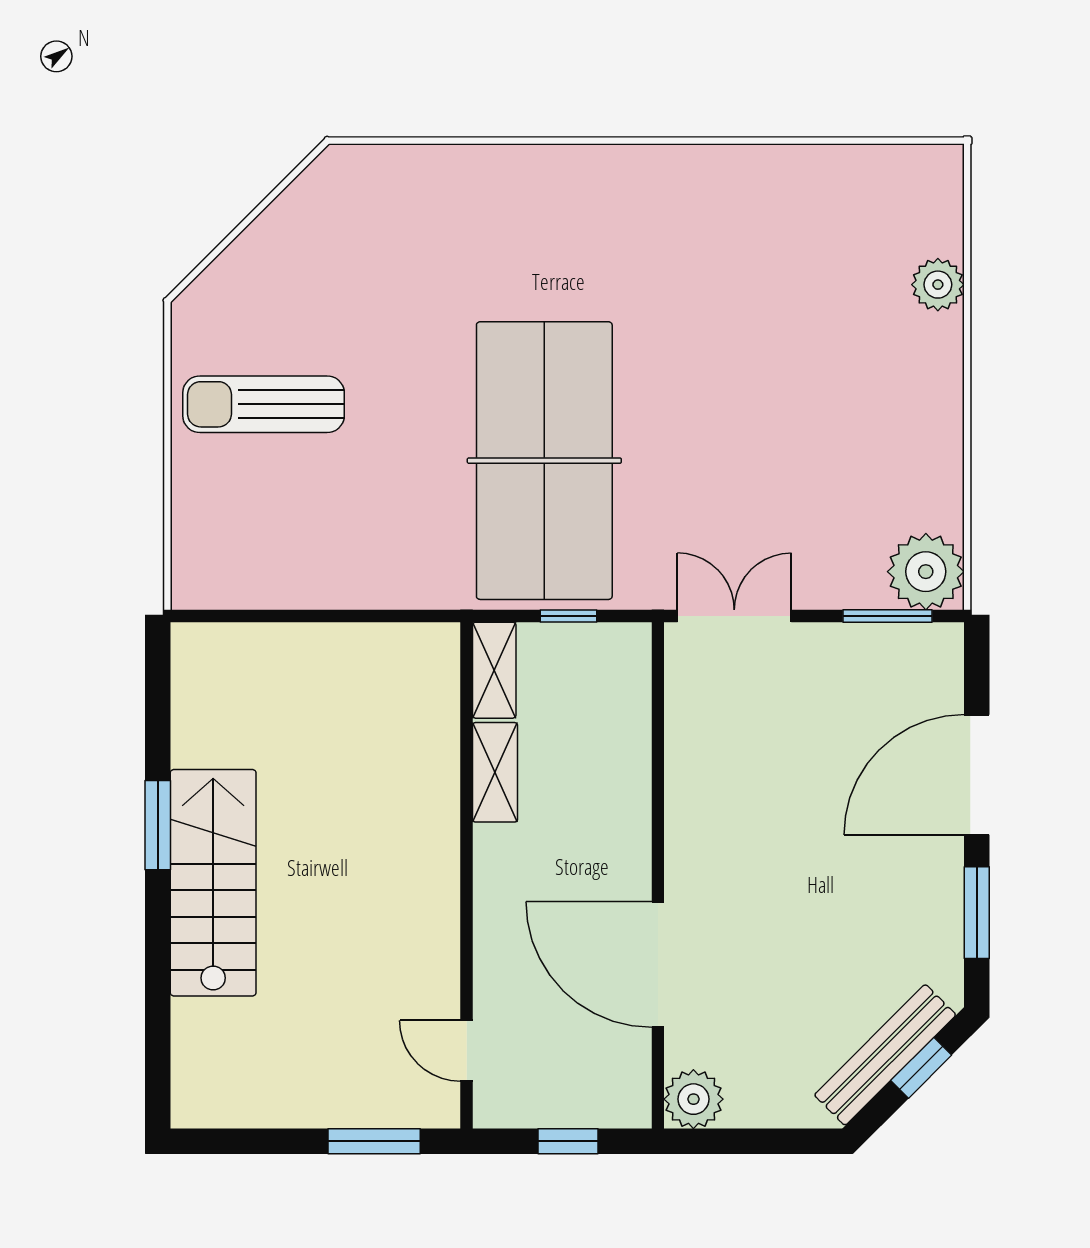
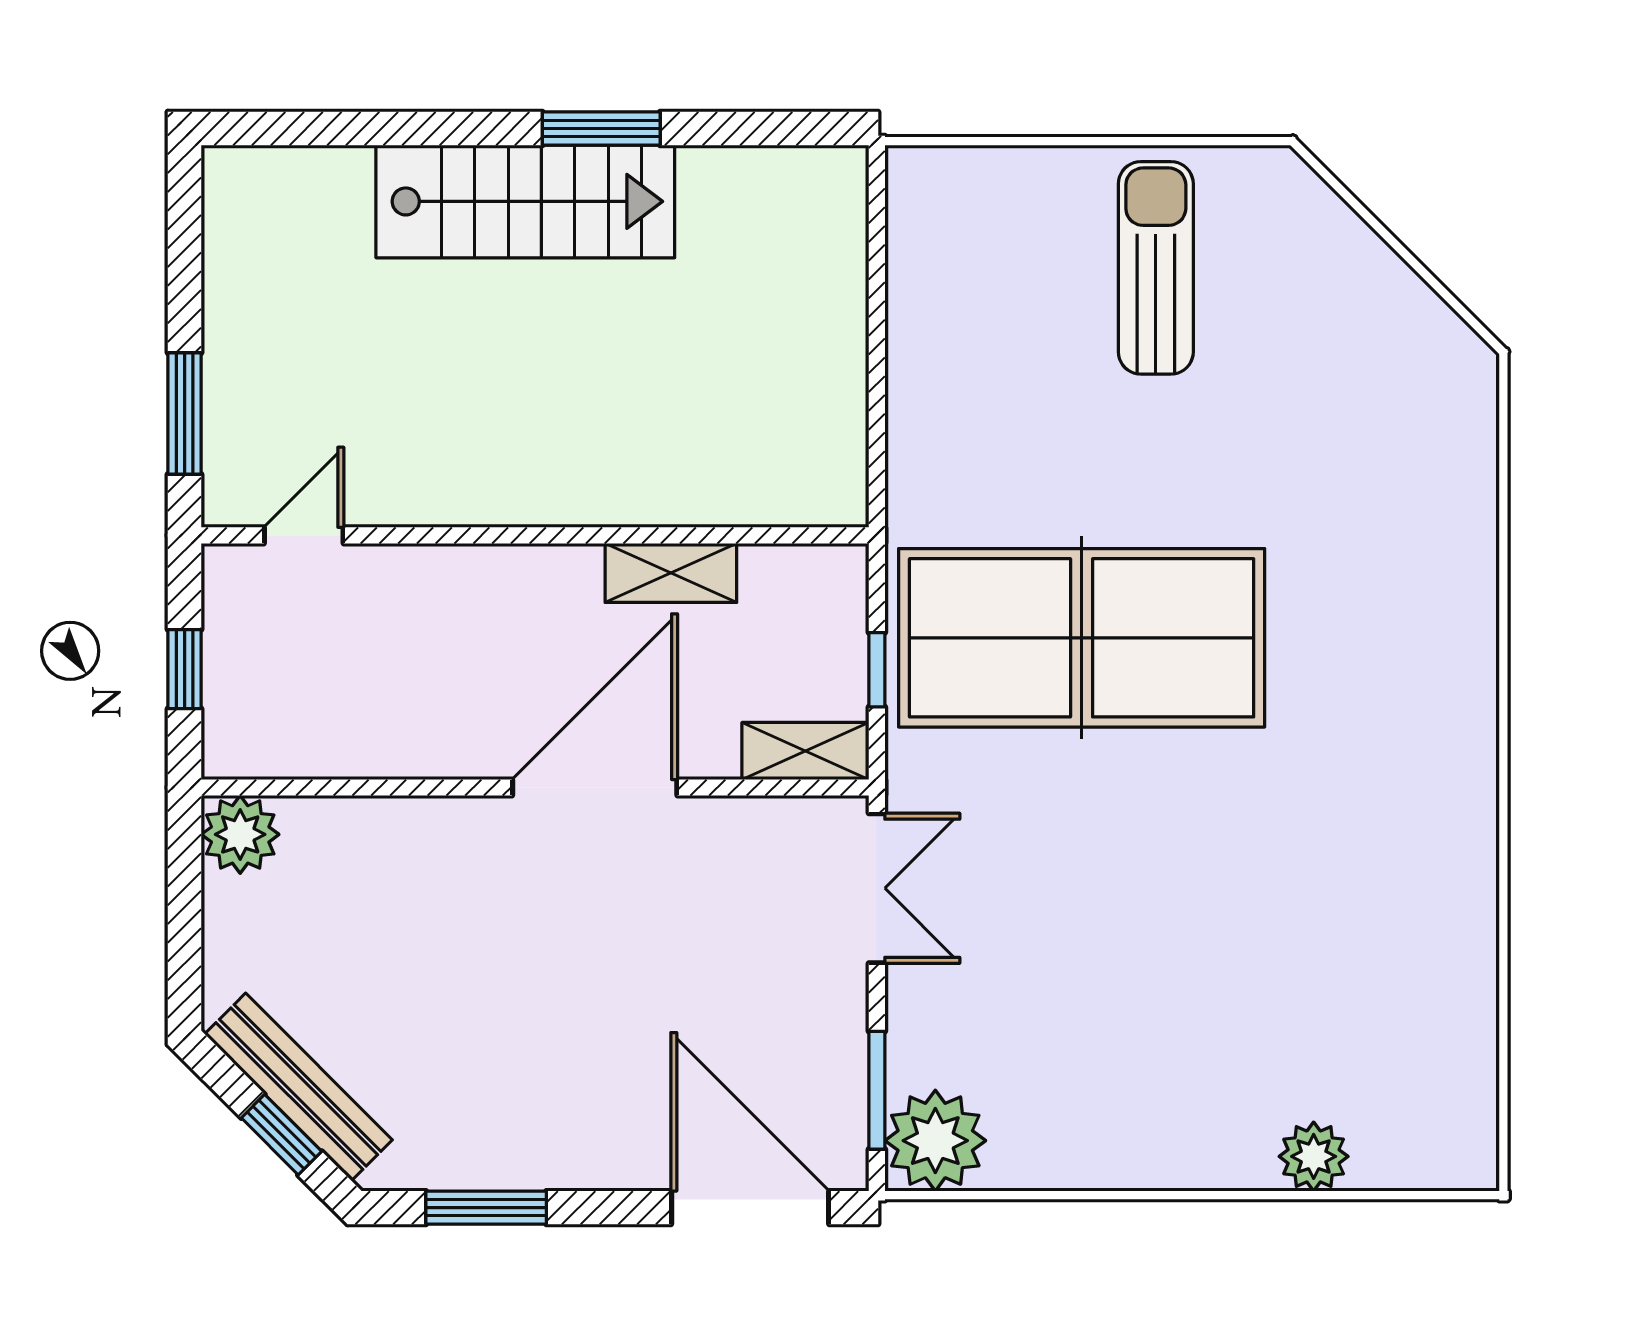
shelving: (494, 670) -> (805, 751), moved
door: (977, 775) -> (750, 1208), moved
door: (658, 965) -> (595, 788), moved

